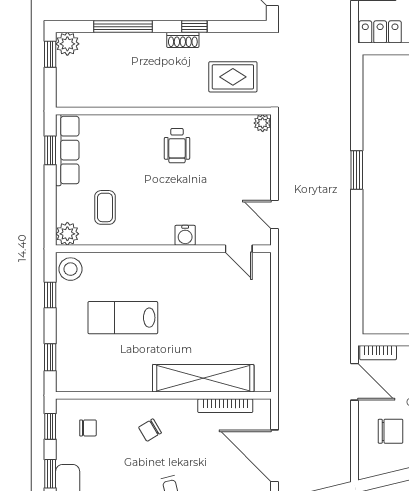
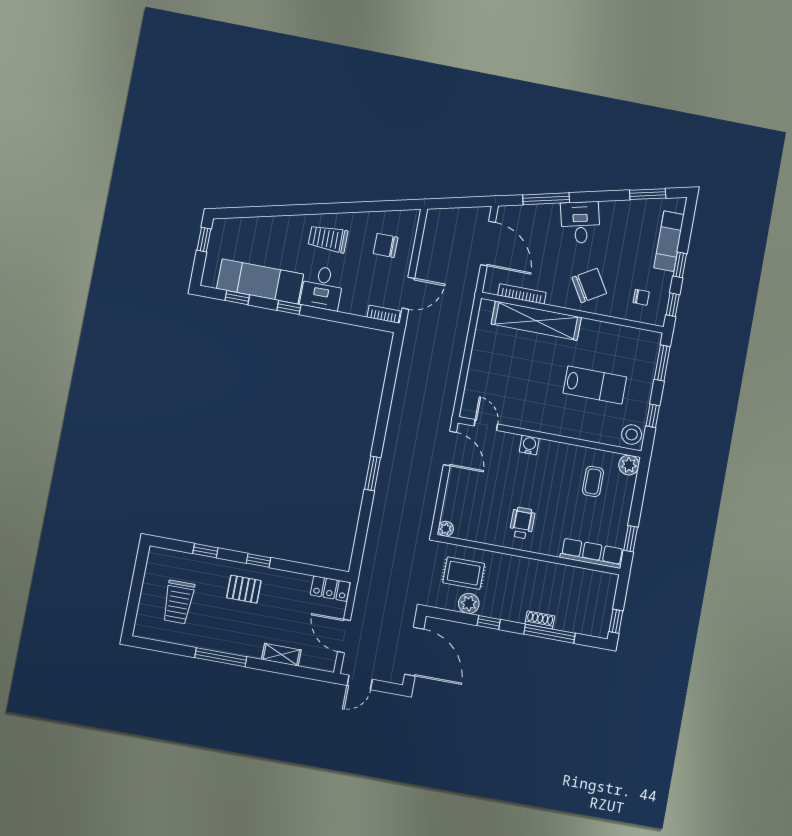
shoe rack: (183, 40) -> (540, 620), moved
plant: (67, 44) -> (469, 603), moved
row of seats: (67, 150) -> (592, 553), moved, turned 90
door: (275, 214) -> (450, 449), width x1.38
window: (50, 357) -> (662, 363), width x1.50
door: (355, 382) -> (408, 293), swing flipped
chair: (88, 428) -> (641, 297), turned 180
chair: (150, 430) -> (589, 285), width x1.87, depth x1.87

